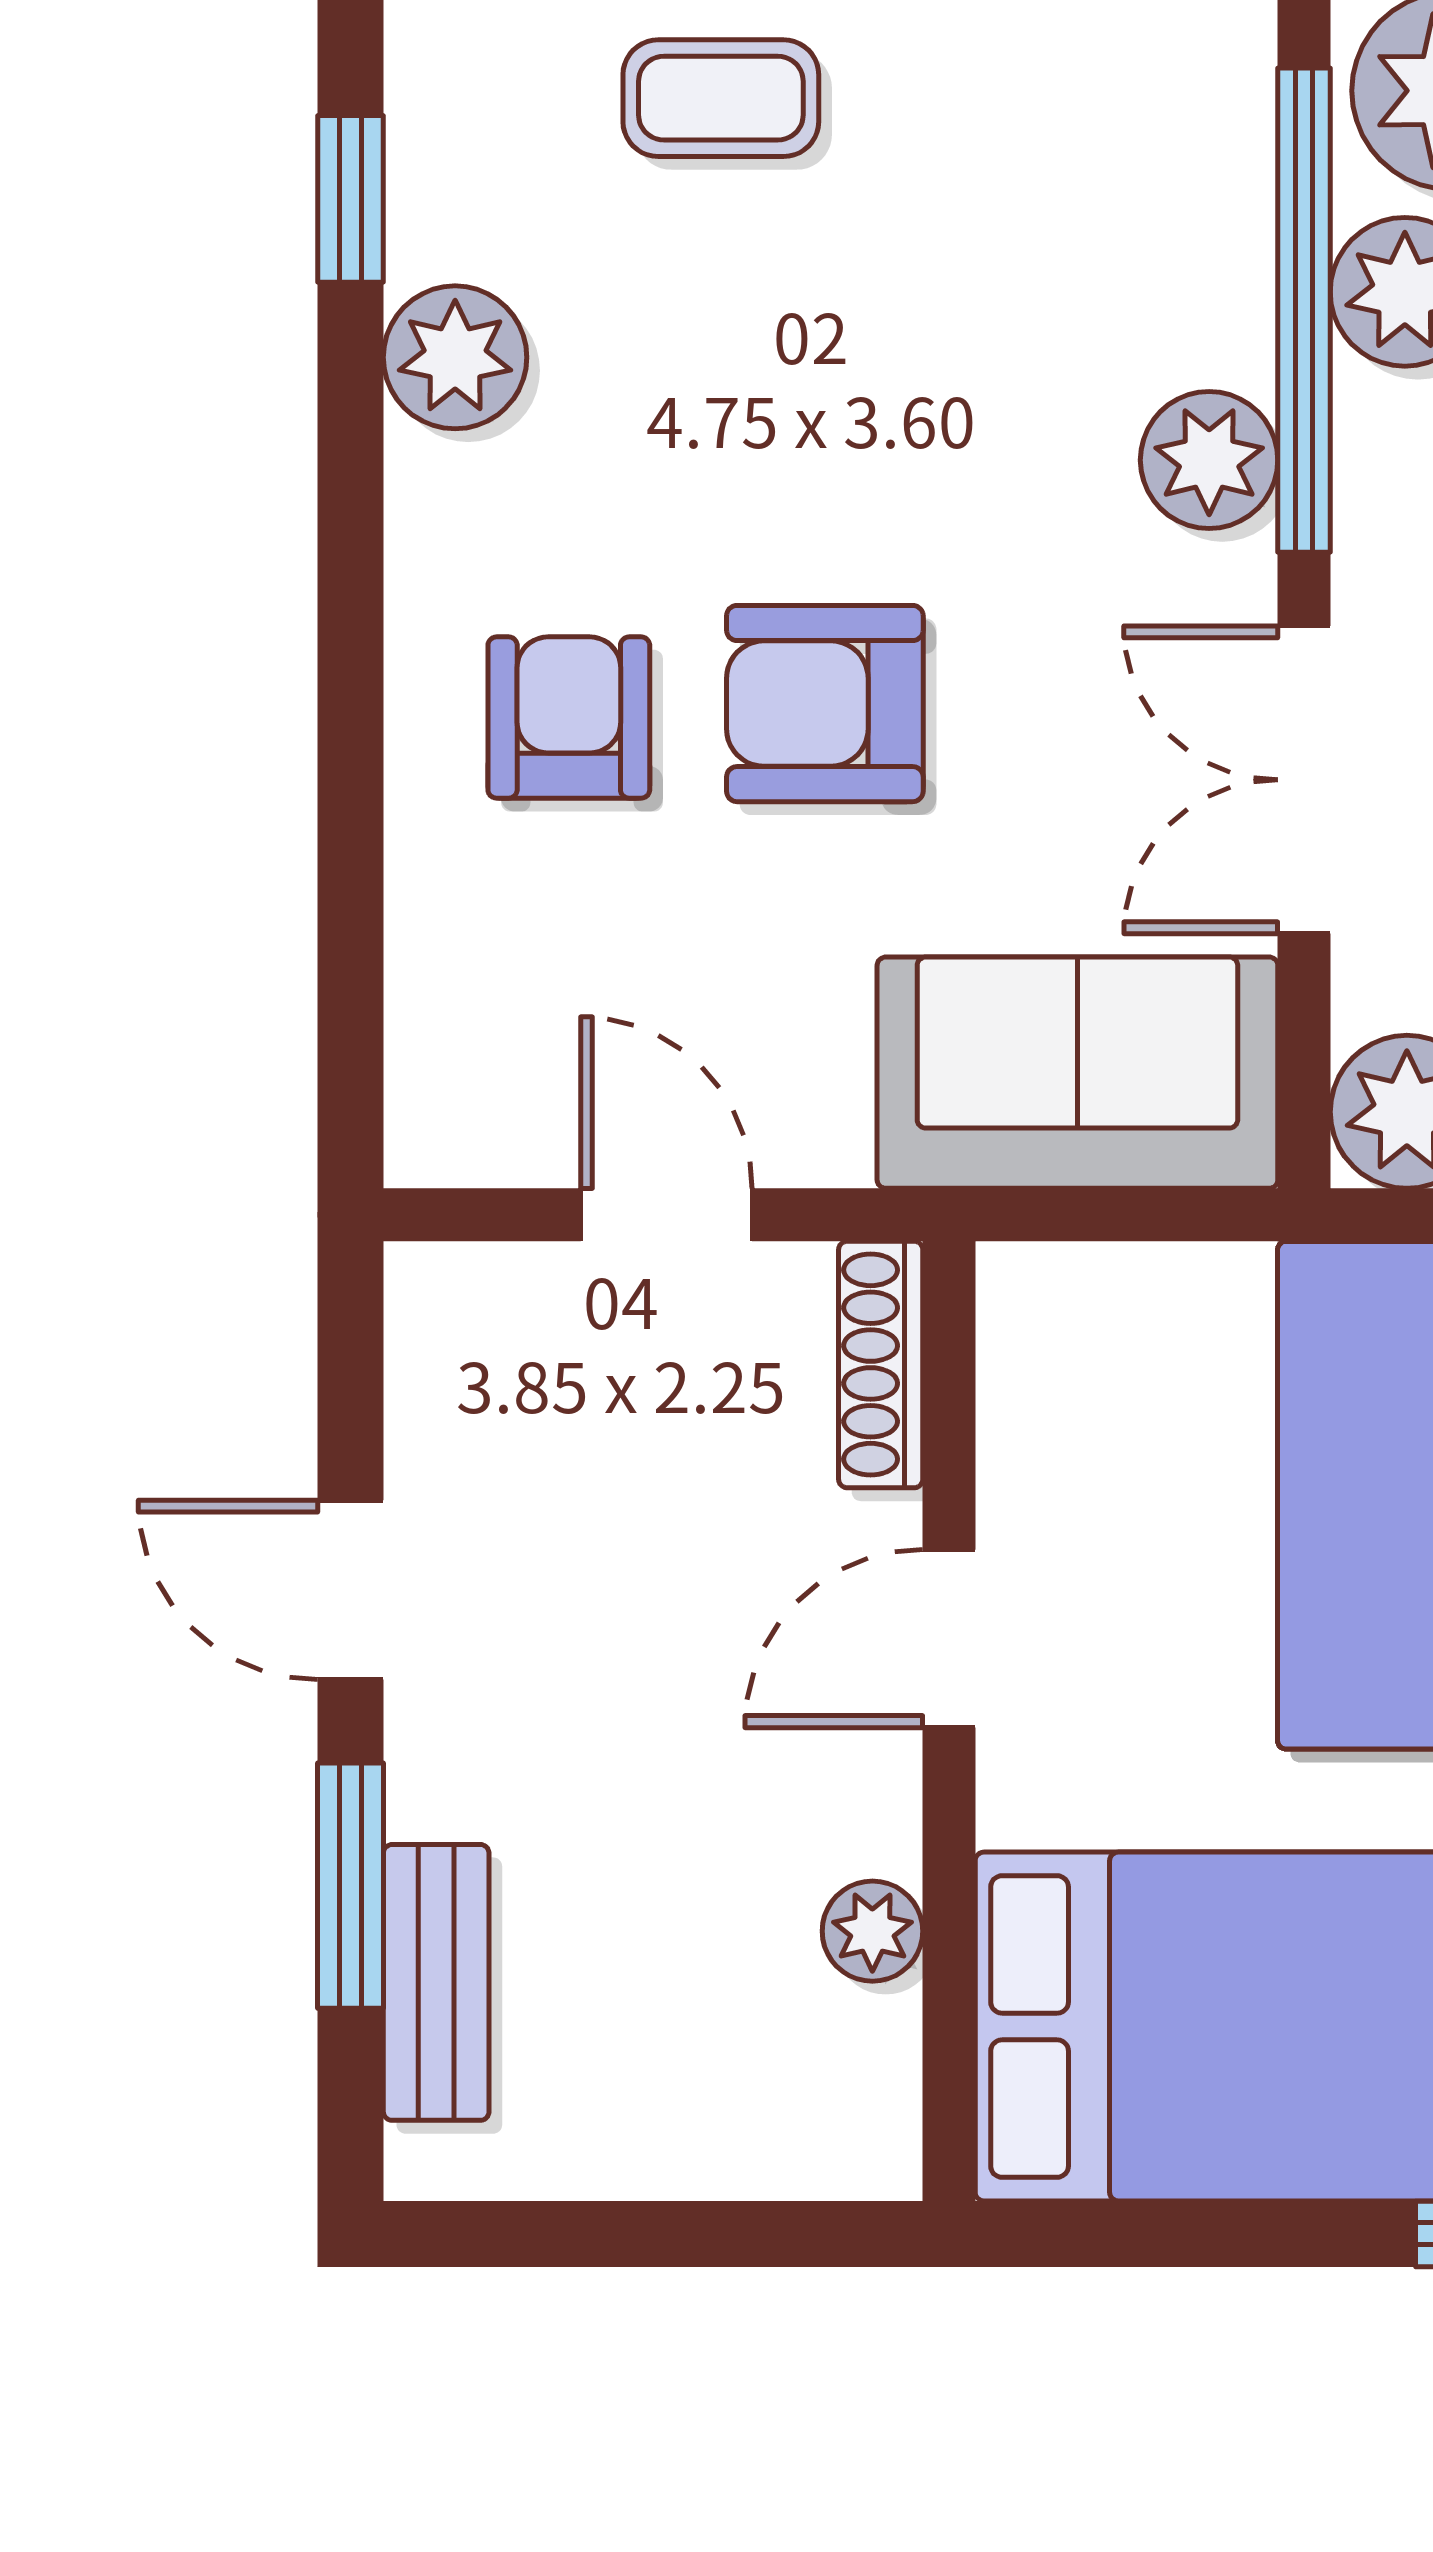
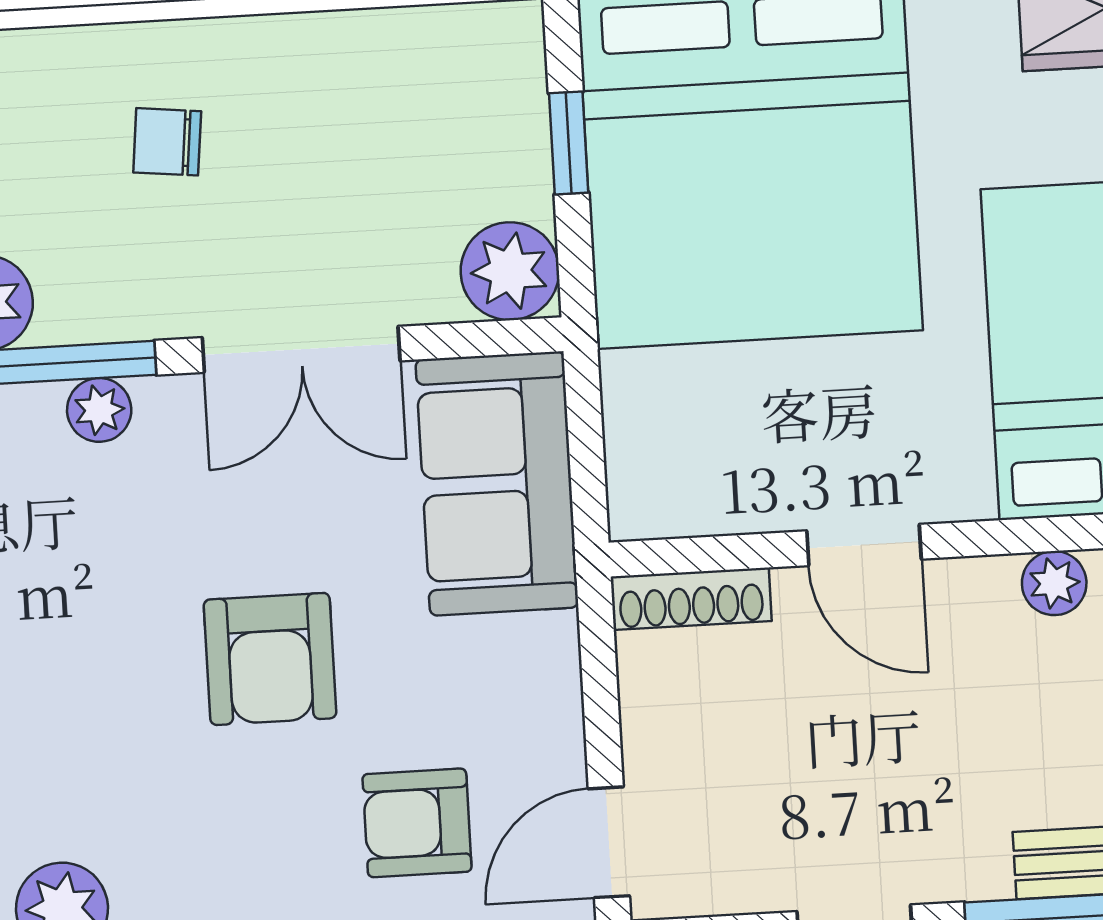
plant: (1209, 460) -> (99, 410), width x0.73, depth x0.73
armchair: (569, 718) -> (417, 823), moved
door: (666, 1215) -> (609, 842), moved

